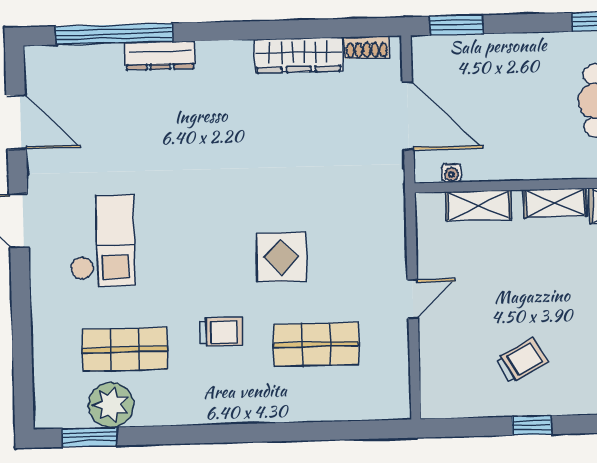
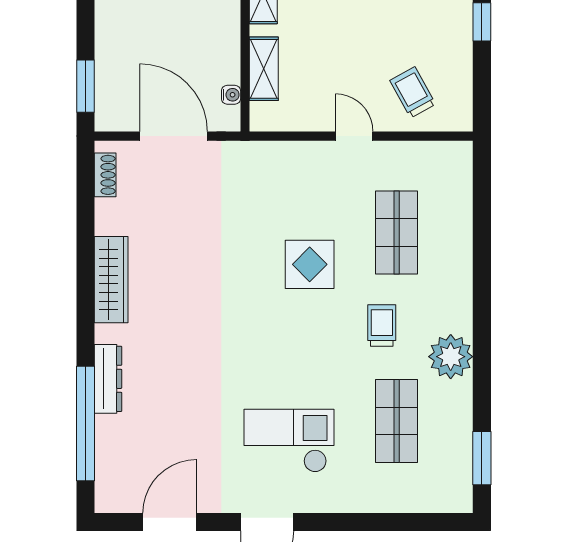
wardrobe: (298, 55) -> (111, 280), moved
door: (408, 116) -> (174, 136), hinge flipped
trolley: (522, 361) -> (413, 92), moved
plant: (111, 405) -> (451, 357), moved

